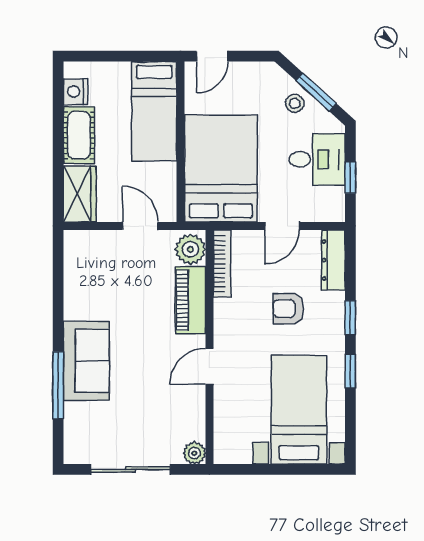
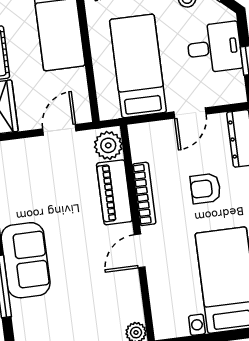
bed: (221, 168) -> (138, 66), width x0.67
door: (140, 226) -> (59, 130), hinge flipped
bookcase: (222, 264) -> (144, 194), moved

